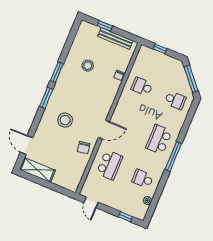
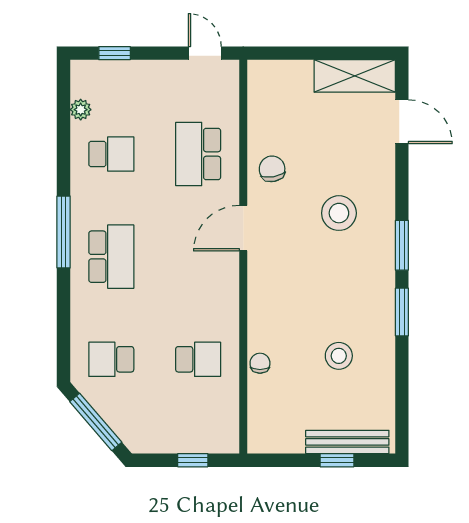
bench: (115, 38) -> (347, 442), moved

